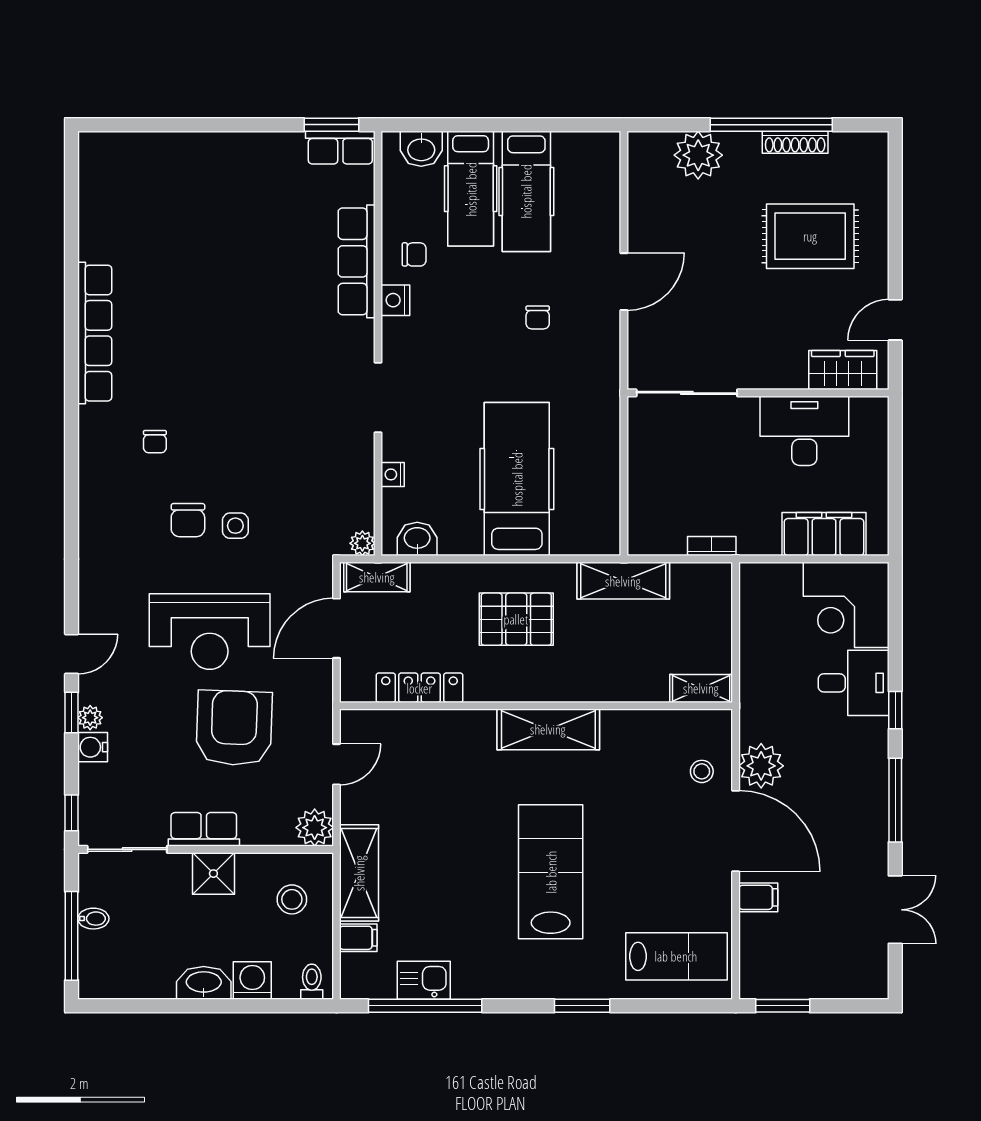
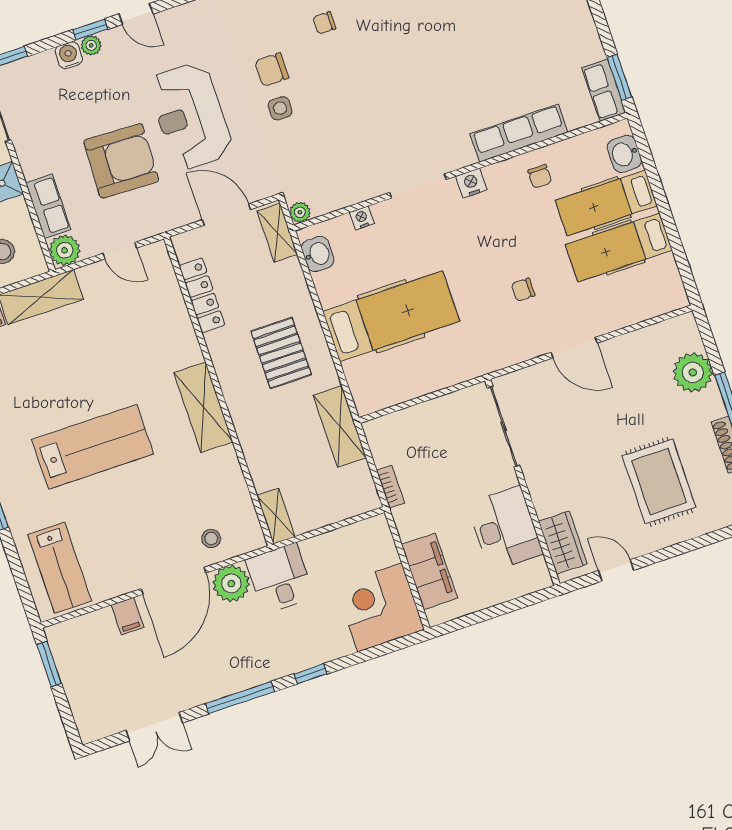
nightstand: (395, 300) -> (471, 183), moved
desk: (854, 683) -> (280, 578), moved, turned 180
row of seats: (204, 829) -> (48, 206), moved

